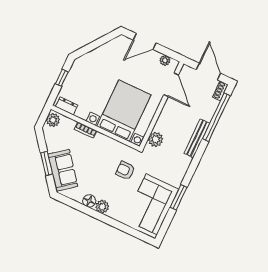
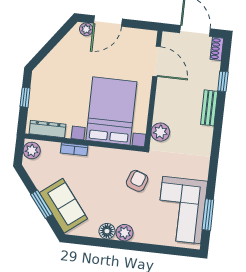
plant: (165, 60) -> (86, 29), moved
dresser: (67, 106) -> (47, 129), width x1.44
window: (216, 117) -> (223, 81), width x0.32
bench: (197, 138) -> (209, 108), width x0.73
armchair: (125, 170) -> (137, 181), turned 110
window: (178, 197) -> (208, 215), moved

